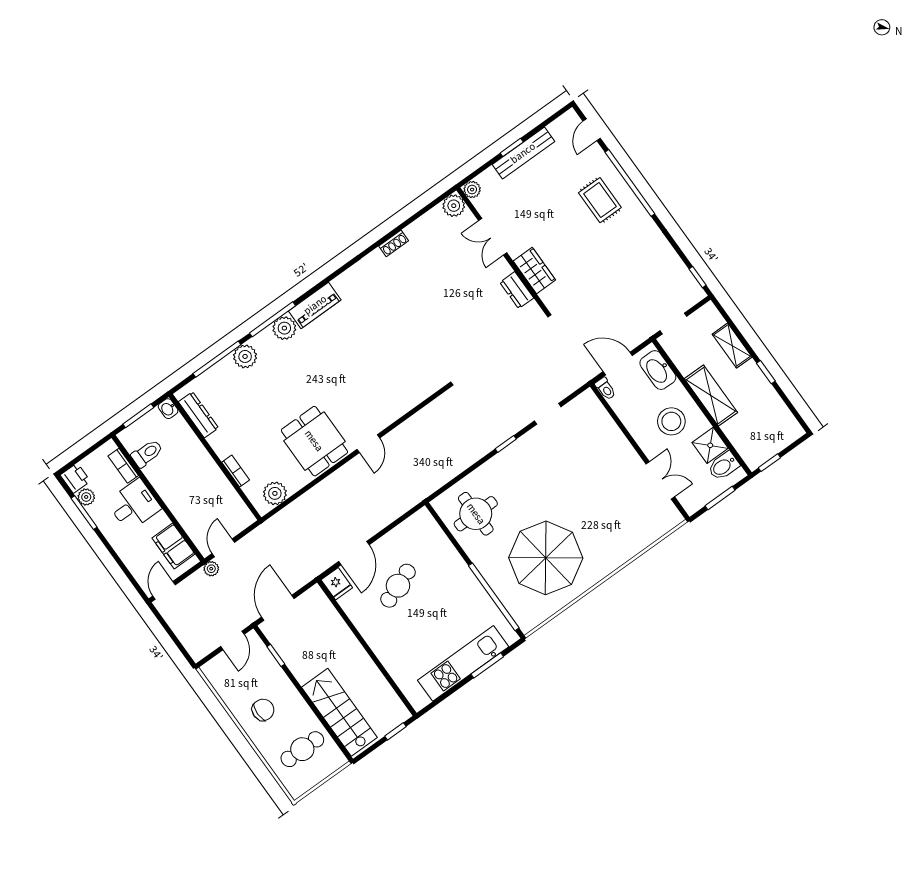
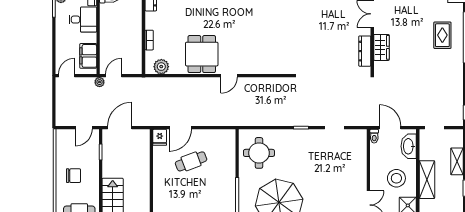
dresser: (517, 290) -> (365, 51), width x1.44

